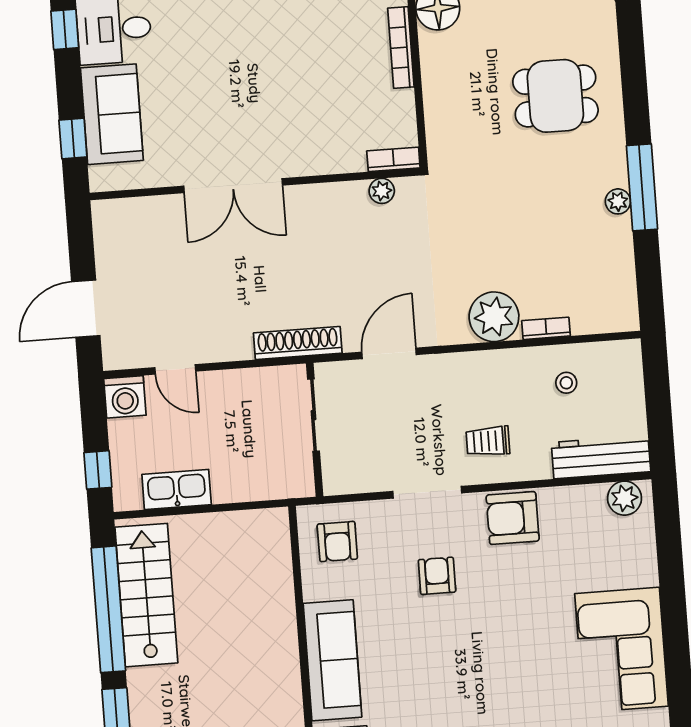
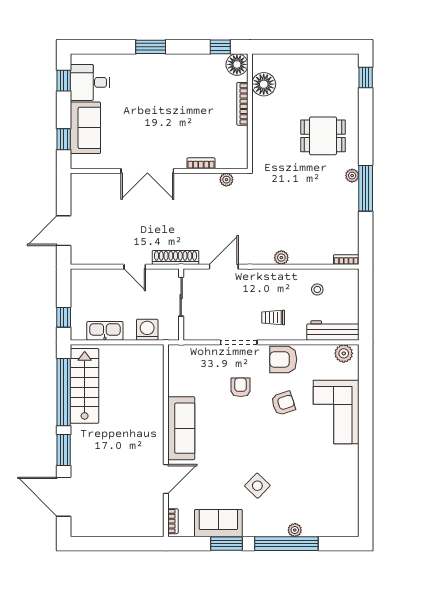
bookcase: (393, 159) -> (201, 163), moved
plant: (618, 201) -> (352, 176), moved
plant: (494, 317) -> (281, 258), width x0.53, depth x0.53
bookcase: (546, 328) -> (346, 260), moved
door: (175, 369) -> (135, 267), moved
washing machine: (125, 397) -> (147, 330), moved, turned 180
armchair: (337, 542) -> (283, 403), moved, turned -108
corner sofa: (622, 650) -> (336, 412), moved

